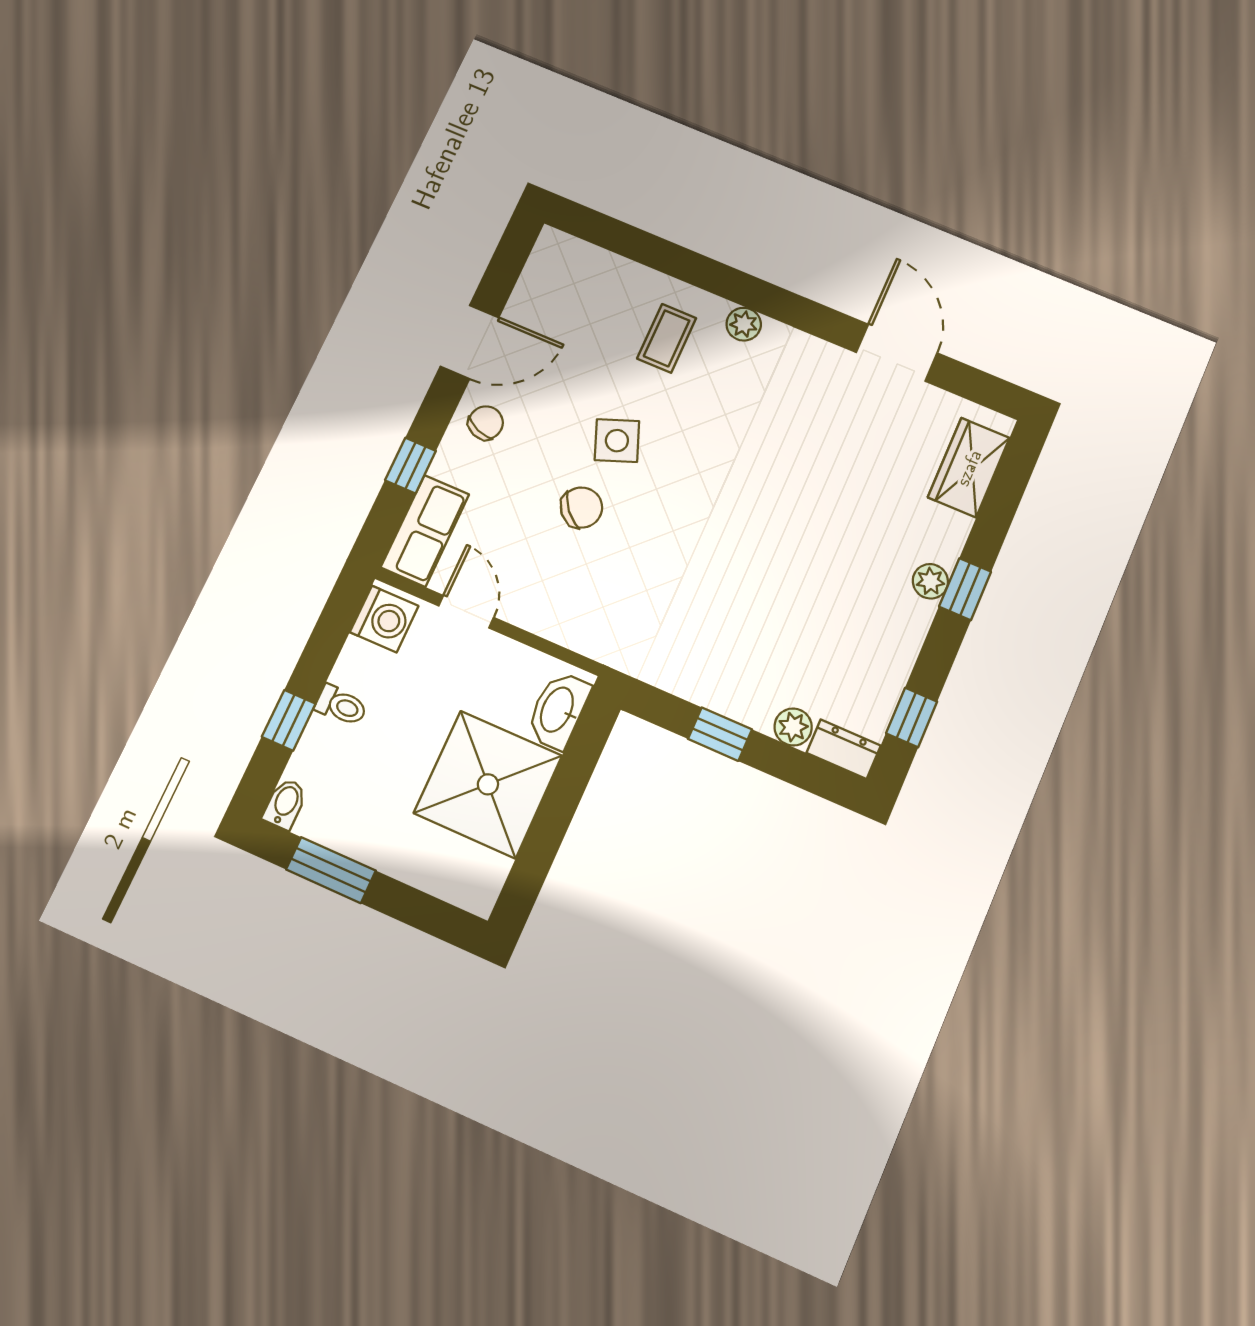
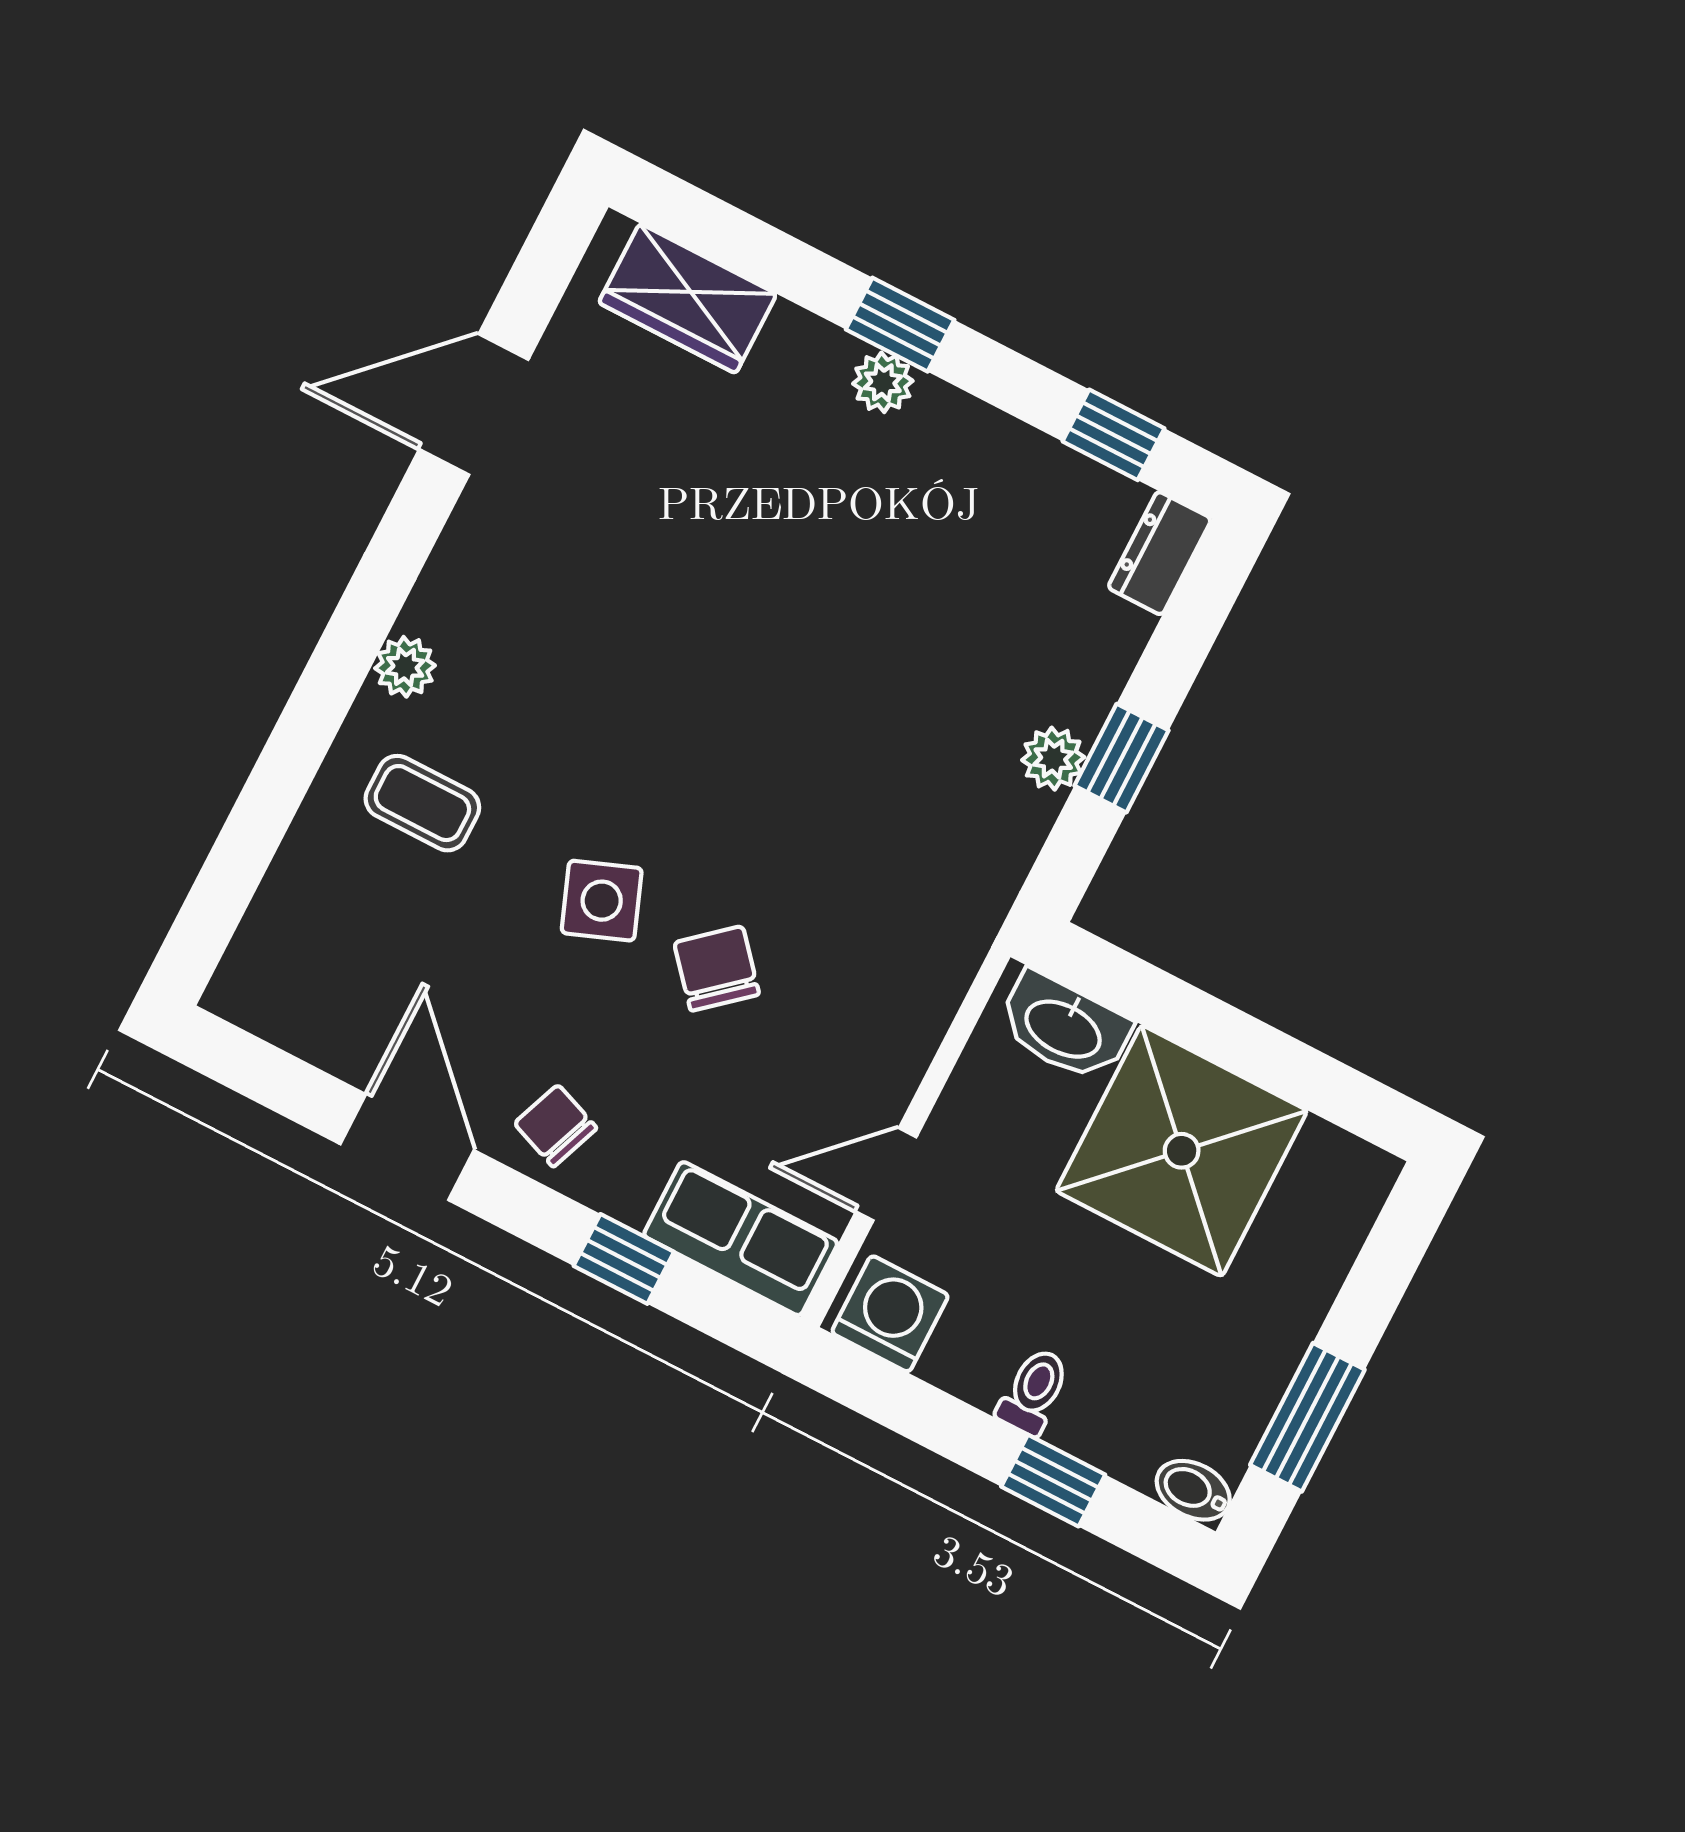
plant: (793, 727) -> (1053, 759), moved

